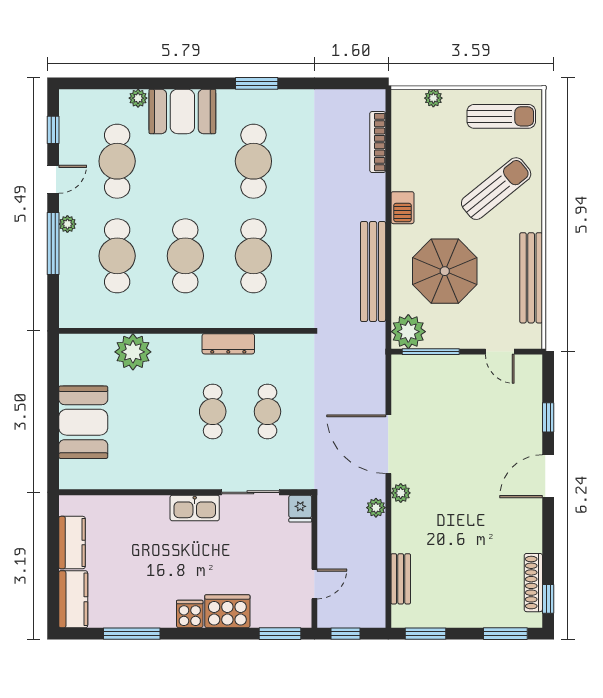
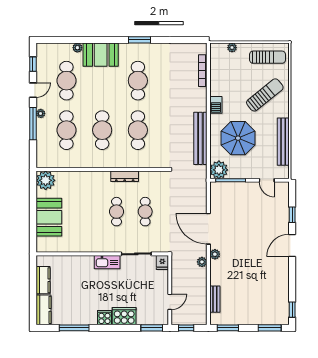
plant: (133, 352) -> (46, 180), moved
shoe rack: (533, 583) -> (284, 301), removed

